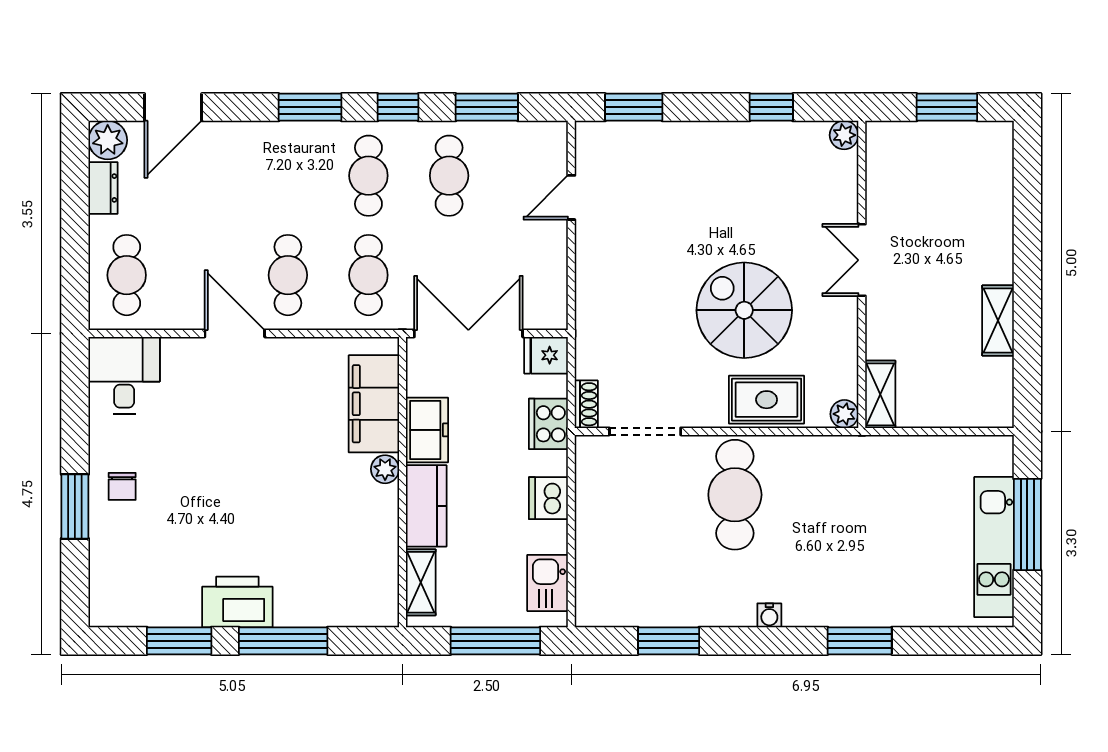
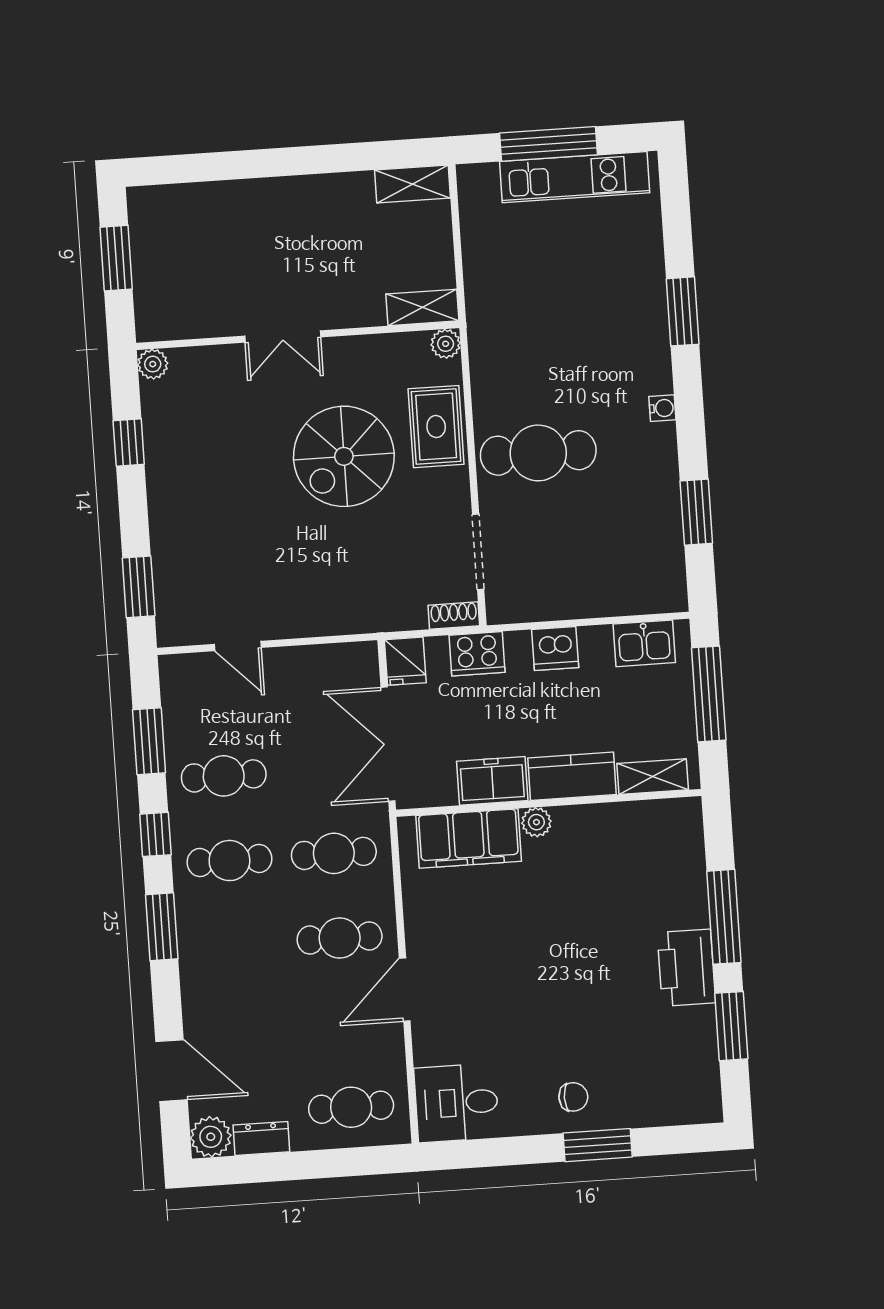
shelving: (998, 320) -> (413, 184), moved

